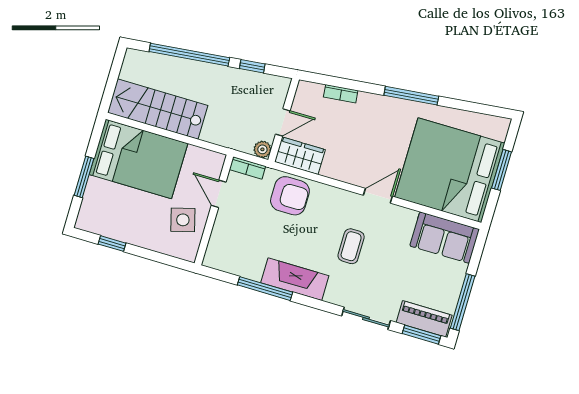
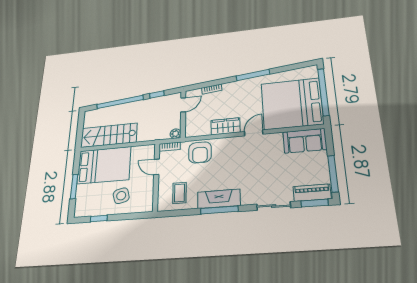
door: (283, 122) -> (183, 105), moved
wardrobe: (300, 156) -> (225, 126), moved
window: (502, 170) -> (323, 92), width x2.11
armchair: (290, 196) -> (200, 152), turned 90
side table: (183, 220) -> (121, 196), moved
coffee table: (351, 246) -> (180, 193), moved
window: (265, 289) -> (219, 210), moved

